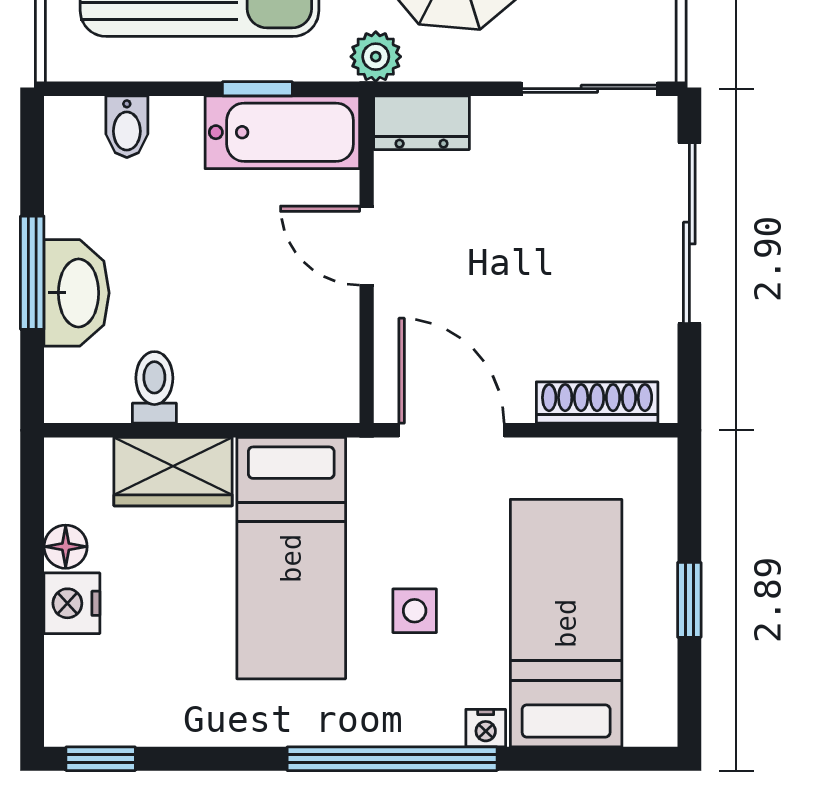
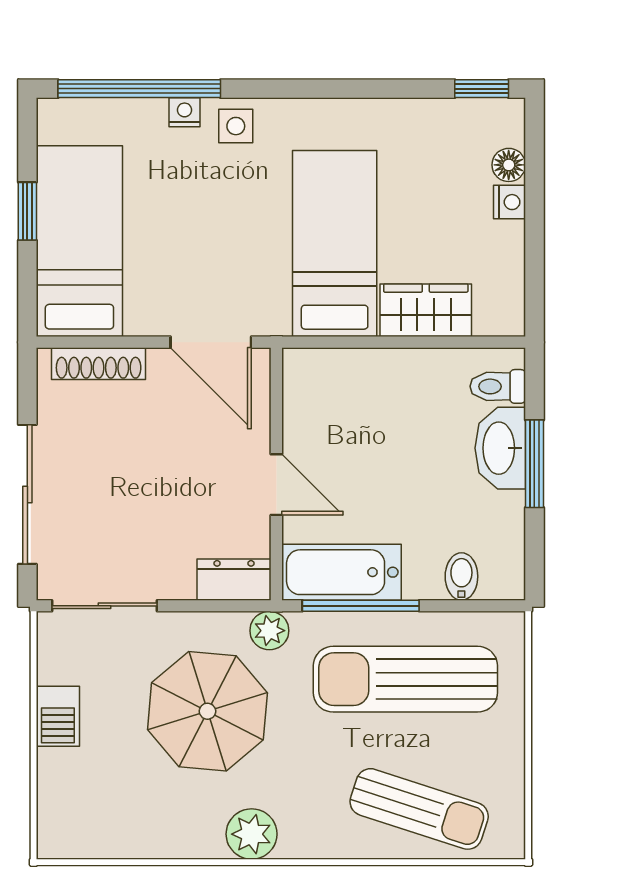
window: (257, 89) -> (361, 606), width x2.17
toilet: (154, 387) -> (498, 386), moved, turned 90
floor lamp: (66, 547) -> (509, 165), moved
nightstand: (72, 603) -> (509, 202), width x0.72, depth x0.74
side table: (415, 611) -> (236, 126), moved
bed: (566, 623) -> (79, 241), moved, turned 180
window: (392, 759) -> (139, 89), moved

